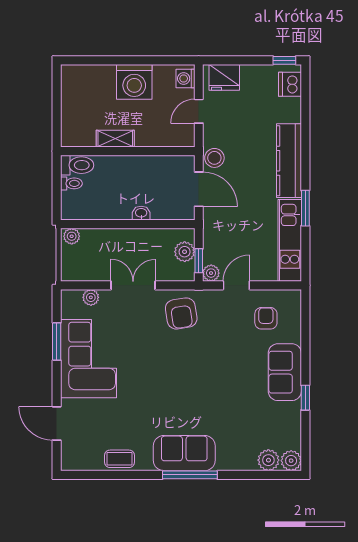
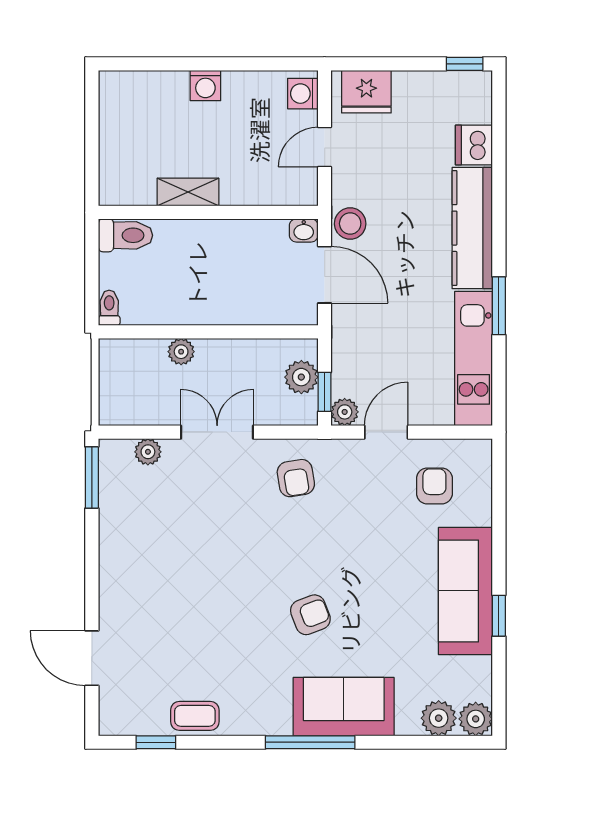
washing machine: (134, 82) -> (205, 85), width x0.53, depth x0.53
dishwasher: (290, 84) -> (474, 145), moved
toilet: (71, 183) -> (109, 308), moved, turned -90
washbasin: (141, 213) -> (304, 230), moved, turned 180
plant: (72, 236) -> (181, 352), moved
armchair: (181, 313) -> (296, 478), width x0.72, depth x0.72
window: (57, 341) -> (92, 477), moved
corner sofa: (88, 359) -> (144, 552), removed
sofa: (285, 372) -> (465, 591), width x1.36
armchair: (190, 397) -> (310, 615), added
sofa: (184, 453) -> (344, 707), moved
window: (96, 475) -> (156, 742), added

